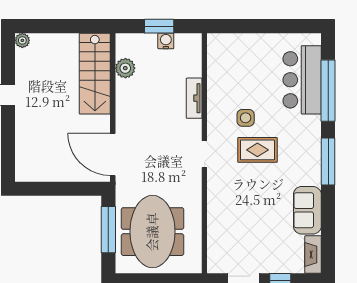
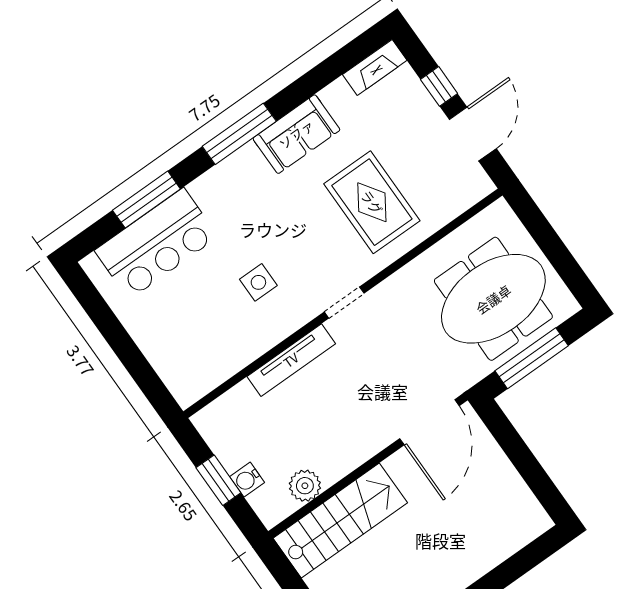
water cooler: (166, 41) -> (247, 480), moved
window: (328, 91) -> (146, 200), width x0.68
tv unit: (194, 98) -> (291, 360), width x1.41
rug: (257, 150) -> (372, 202), moved, width x1.36, depth x1.43
sofa: (307, 210) -> (296, 134), moved

